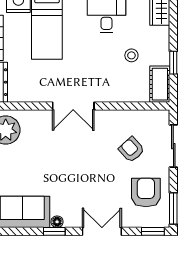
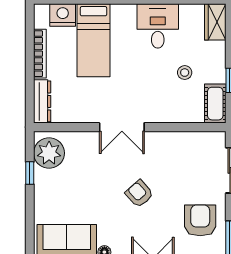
armchair: (131, 150) -> (139, 194), moved

